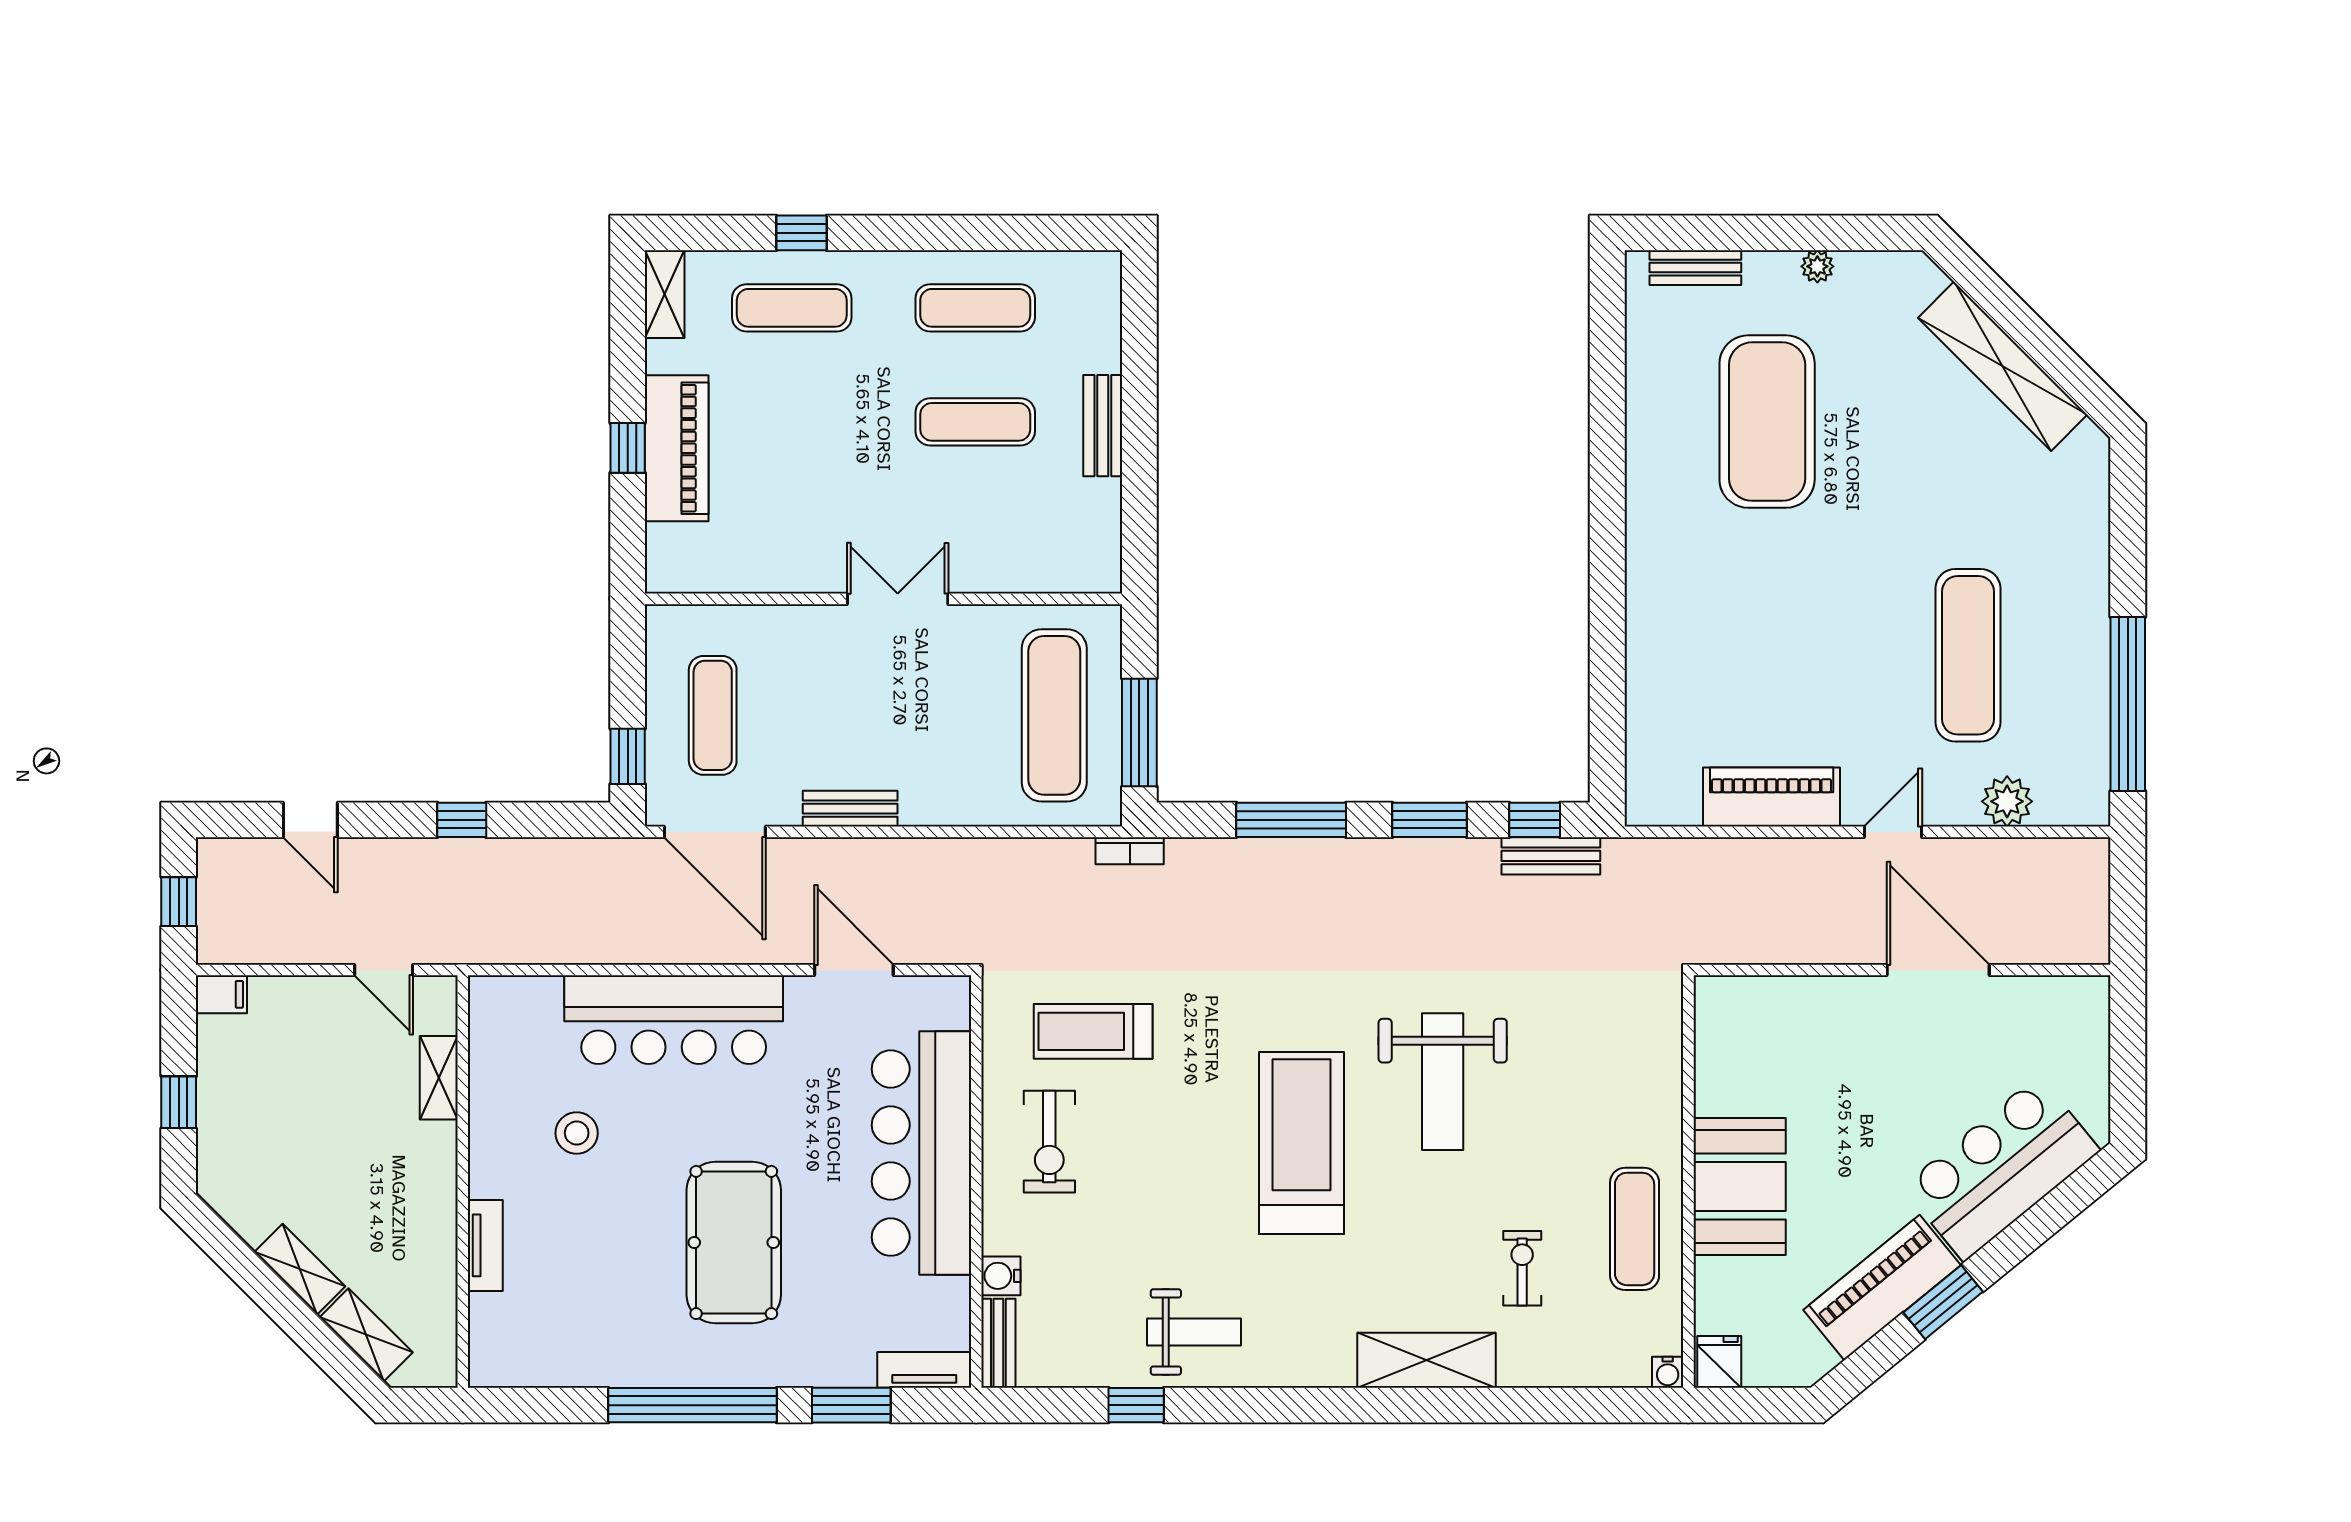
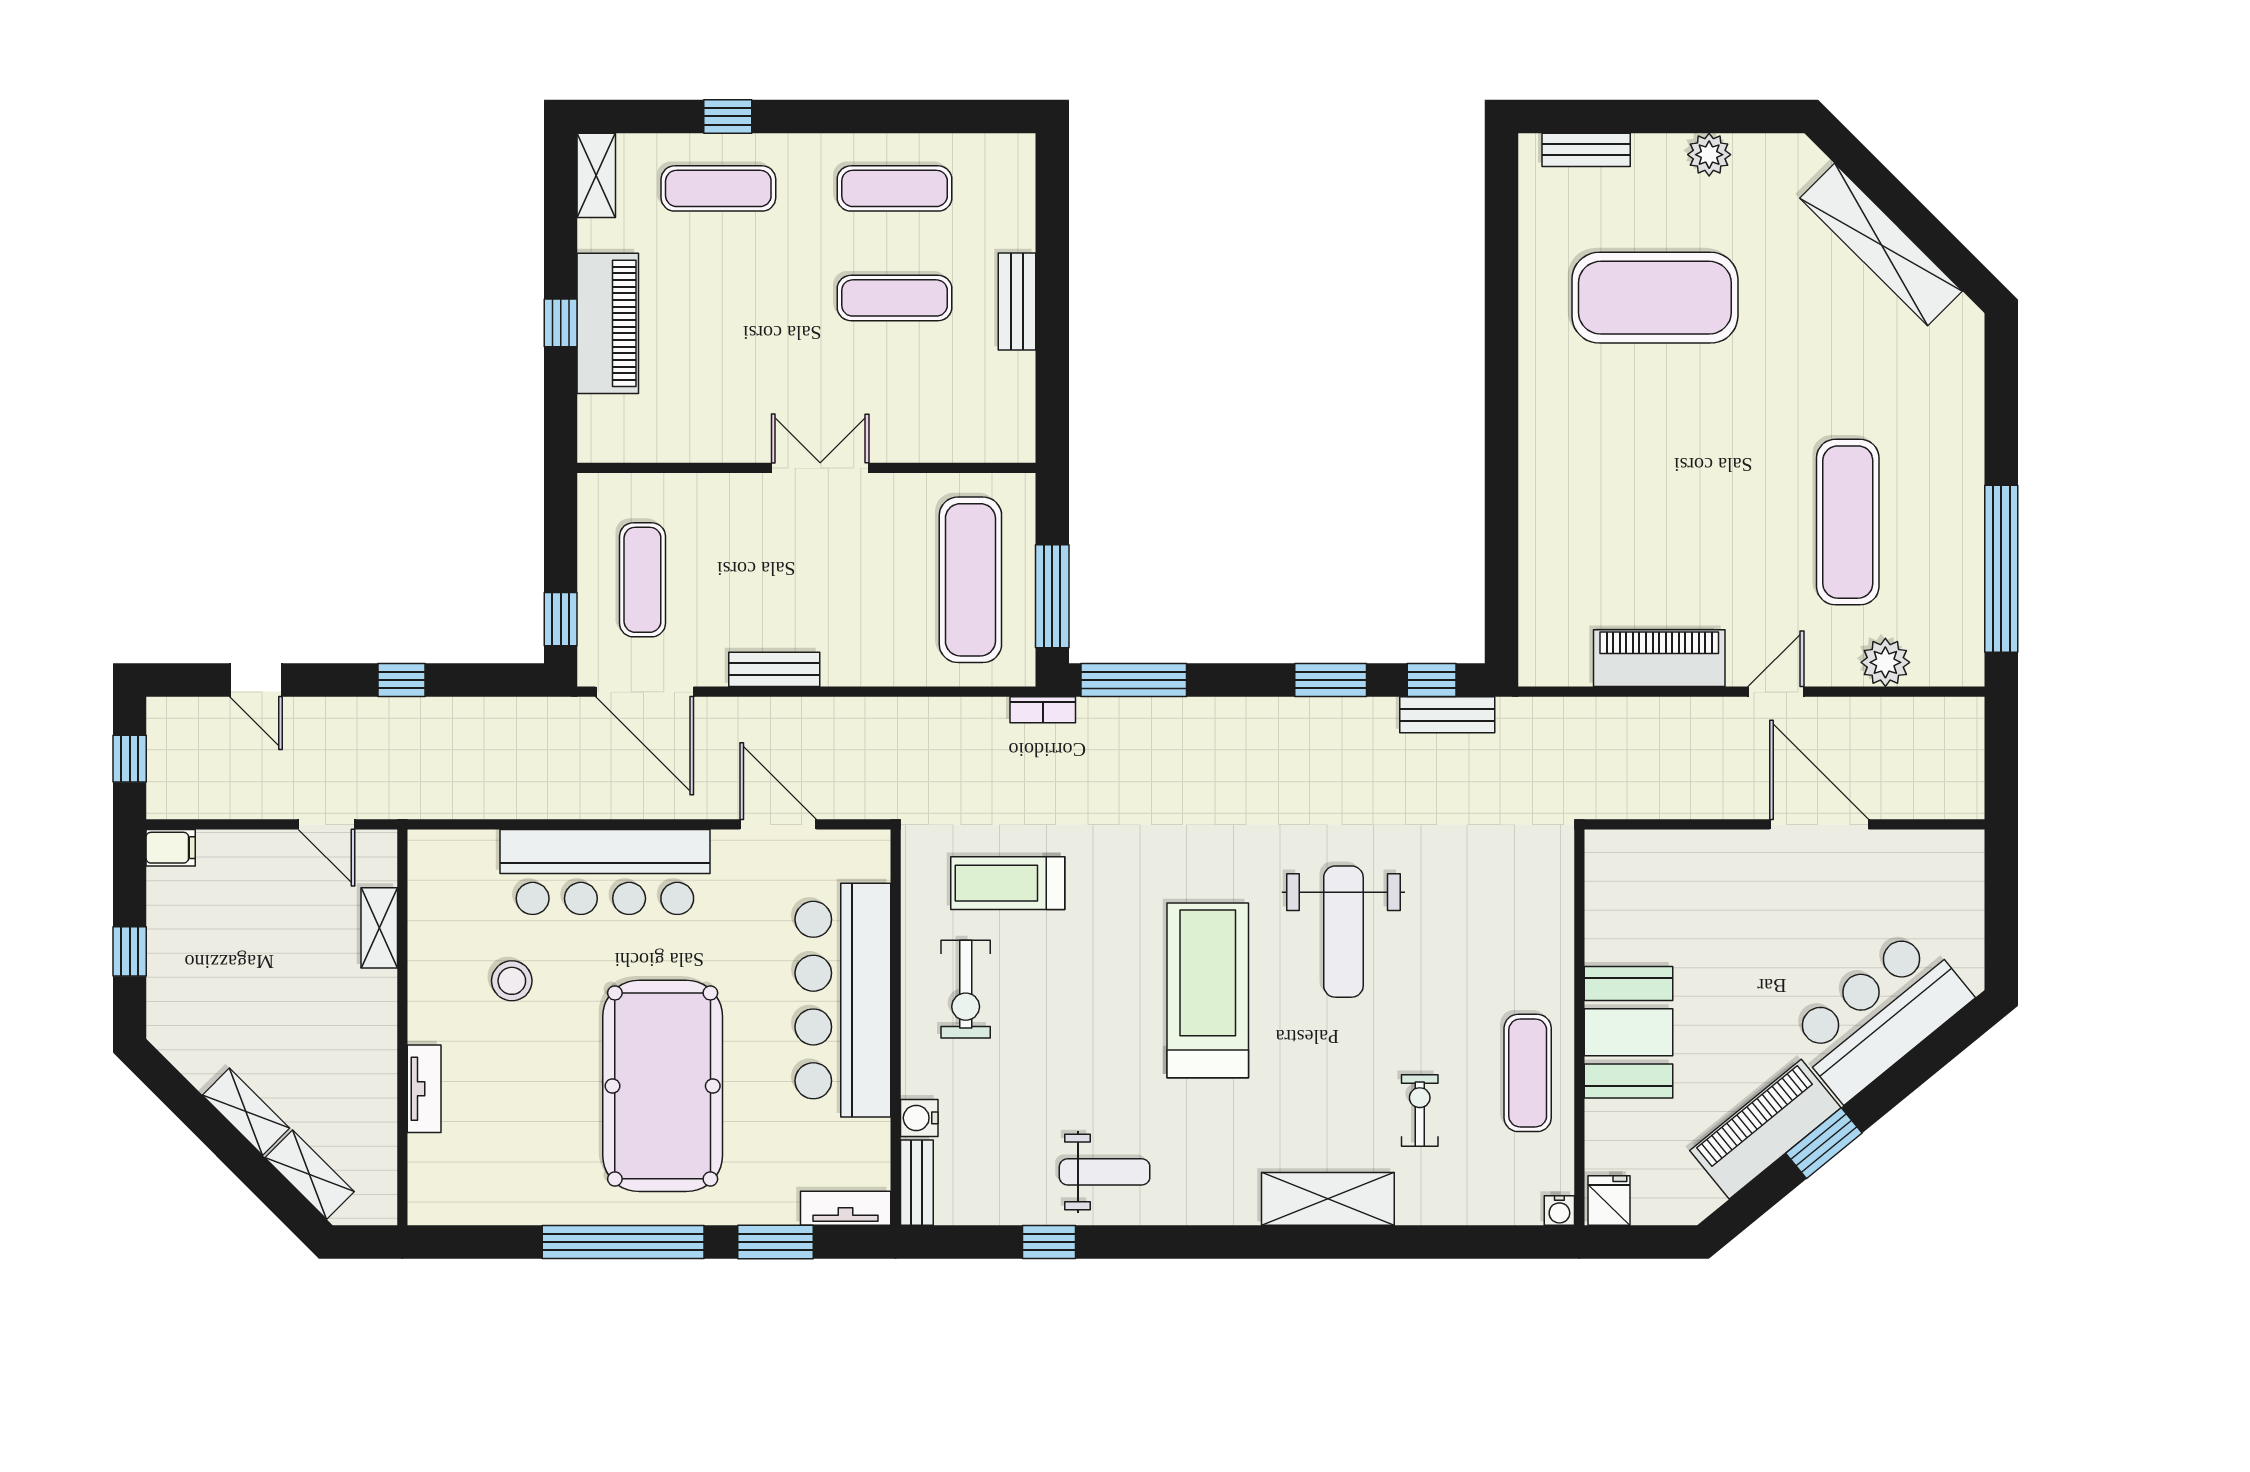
plant: (1817, 266) -> (1709, 155), width x1.38, depth x1.38
exercise mat: (1767, 422) -> (1655, 298), turned 90
window: (1291, 820) -> (1134, 680), moved
pool table: (734, 1242) -> (663, 1086), width x1.36, depth x1.32

